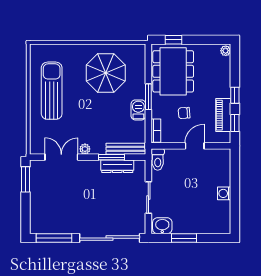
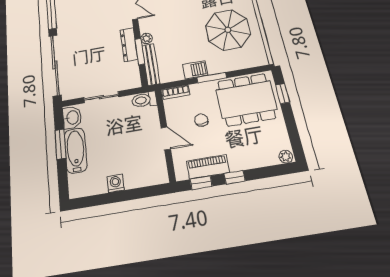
plant: (85, 149) -> (147, 38), moved
dresser: (117, 166) -> (129, 44), moved
bathtub: (192, 225) -> (76, 151), added

